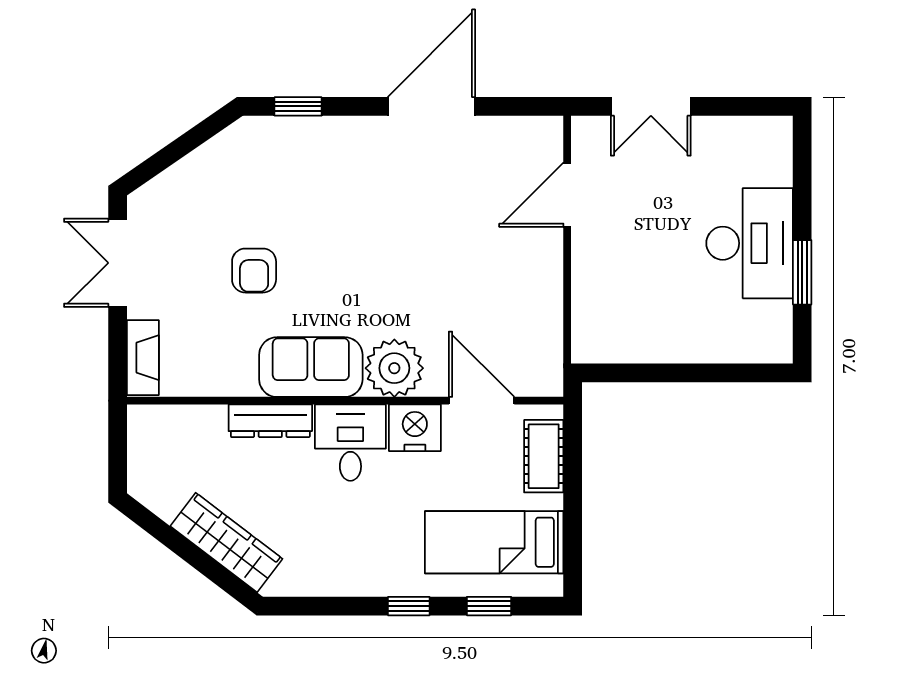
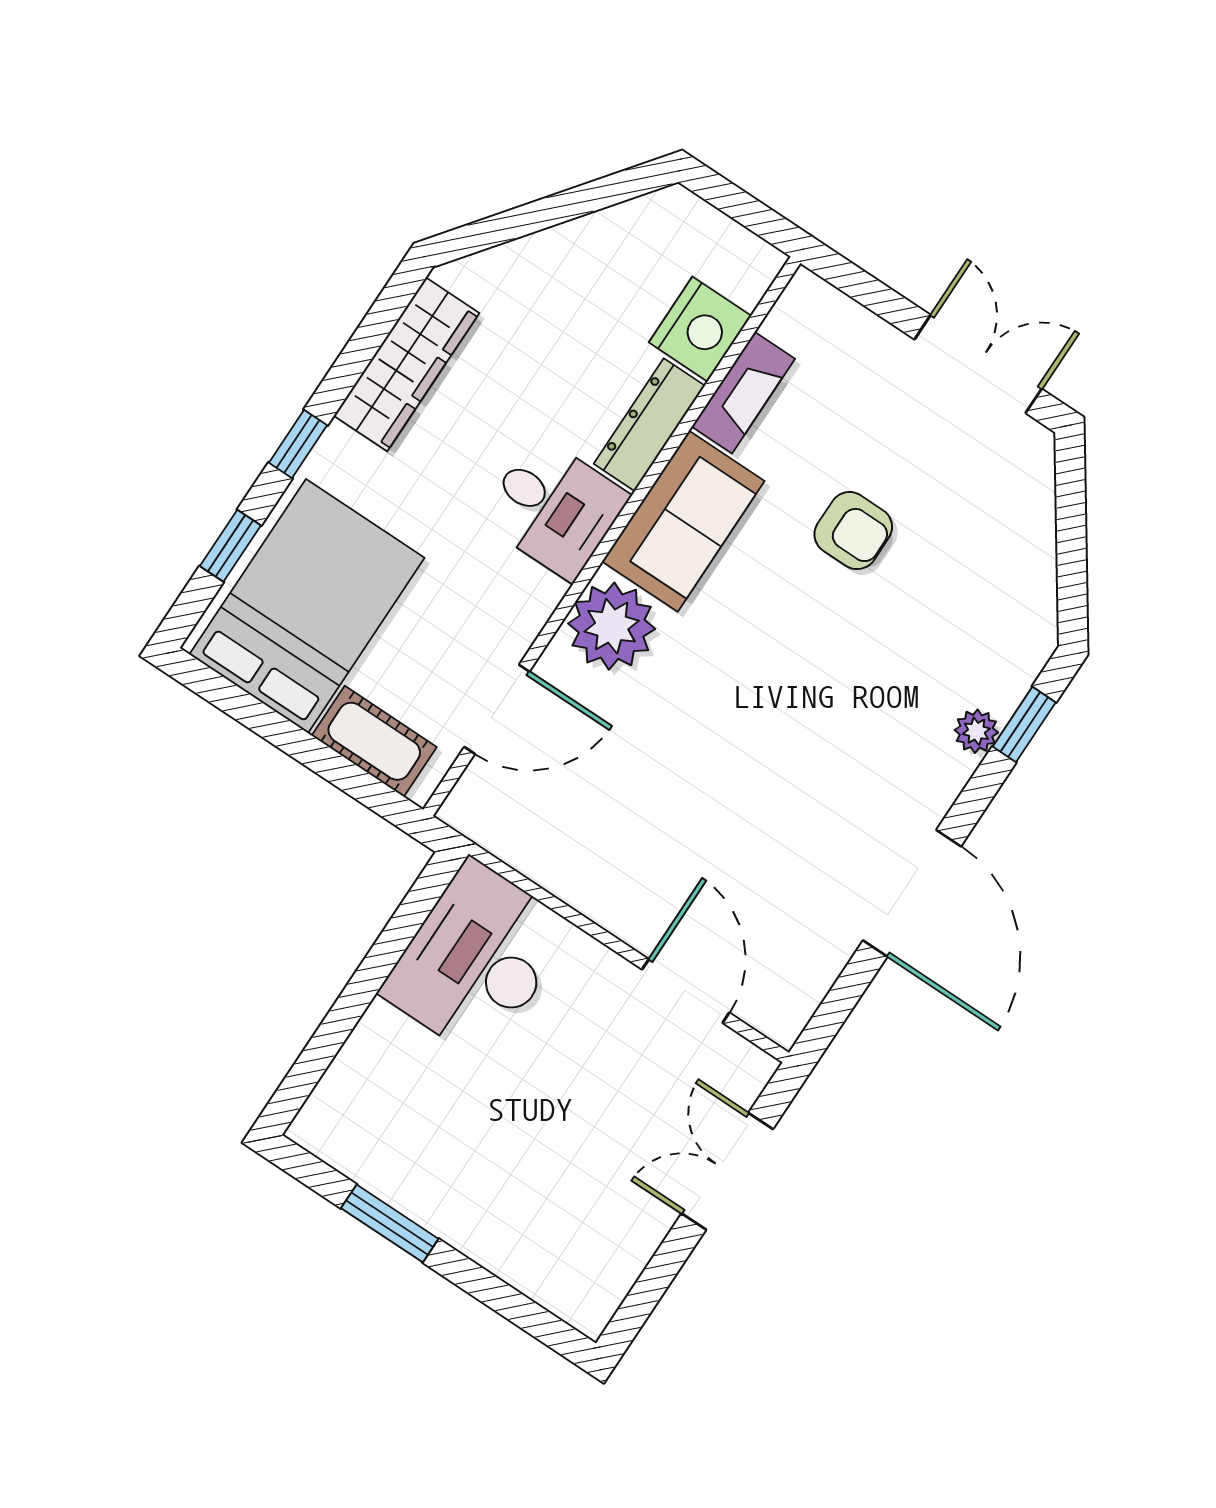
plant: (319, 130) -> (976, 731), added
desk: (750, 243) -> (477, 960), moved, turned 90
armchair: (254, 271) -> (853, 531), turned 180
fireplace: (143, 358) -> (743, 393), moved, turned -90
nightstand: (415, 428) -> (700, 329), moved
bed: (494, 542) -> (307, 606), width x1.50
wardrobe: (226, 543) -> (406, 364), moved, turned -37

